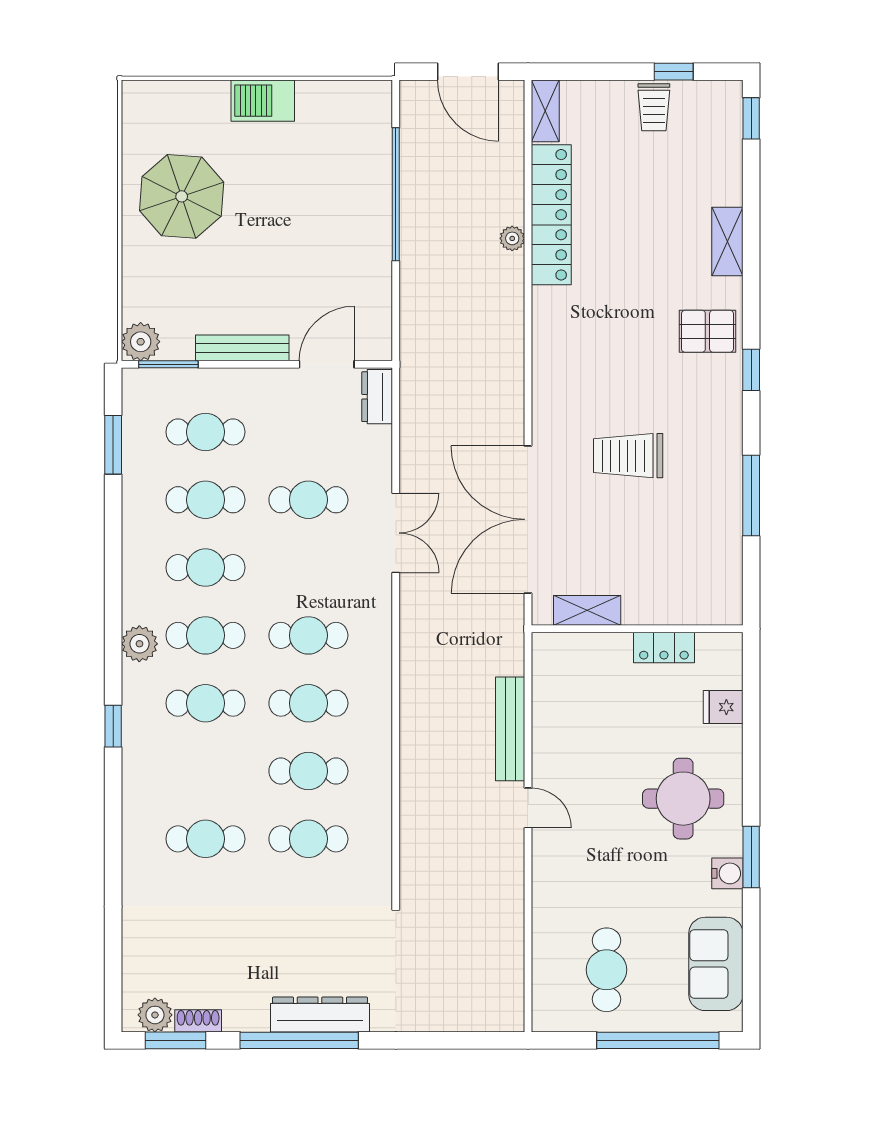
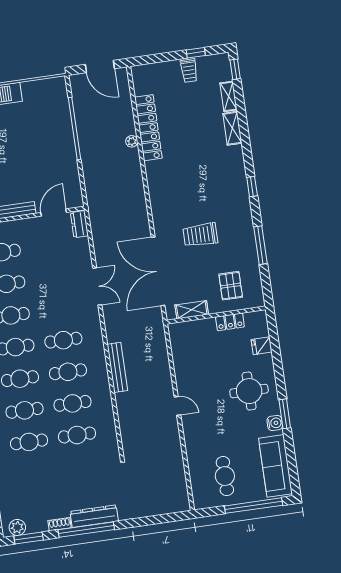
shelving: (545, 111) -> (228, 96), moved
pallet: (707, 331) -> (231, 286), moved, turned 90
cafe table: (308, 500) -> (24, 410), moved
bench: (510, 729) -> (117, 367), moved
sofa: (716, 964) -> (275, 466), width x1.36
shoe rack: (198, 1021) -> (60, 524), moved

